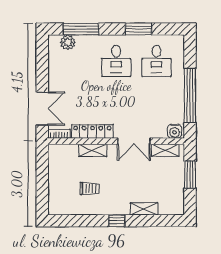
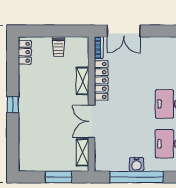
water cooler: (175, 131) -> (136, 164), moved, turned -90
trolley: (90, 189) -> (58, 47), moved
locker: (64, 209) -> (25, 52), added
shelving: (144, 209) -> (25, 132), removed

